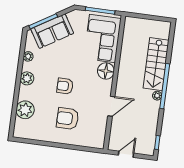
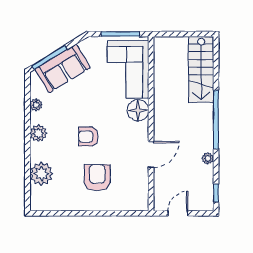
stairs: (156, 64) -> (201, 69), moved
plant: (157, 96) -> (208, 158), moved
armchair: (68, 118) -> (97, 178), turned 90

